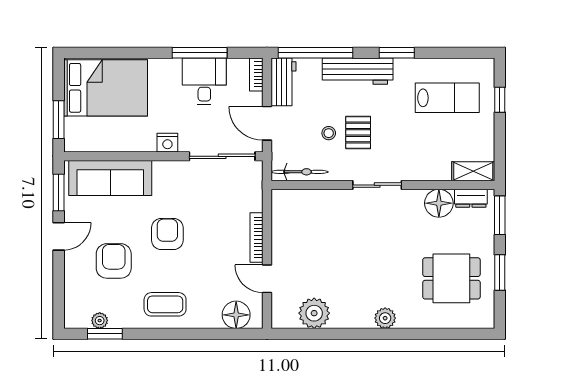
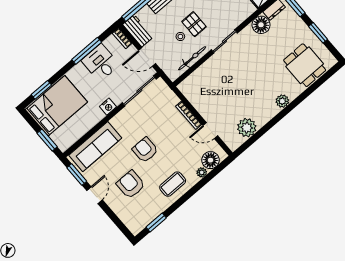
window: (104, 53) -> (41, 90), added
bicycle: (300, 172) -> (192, 58), moved
dining table: (451, 278) -> (305, 65), moved, turned 90
plant: (100, 321) -> (202, 172), moved

